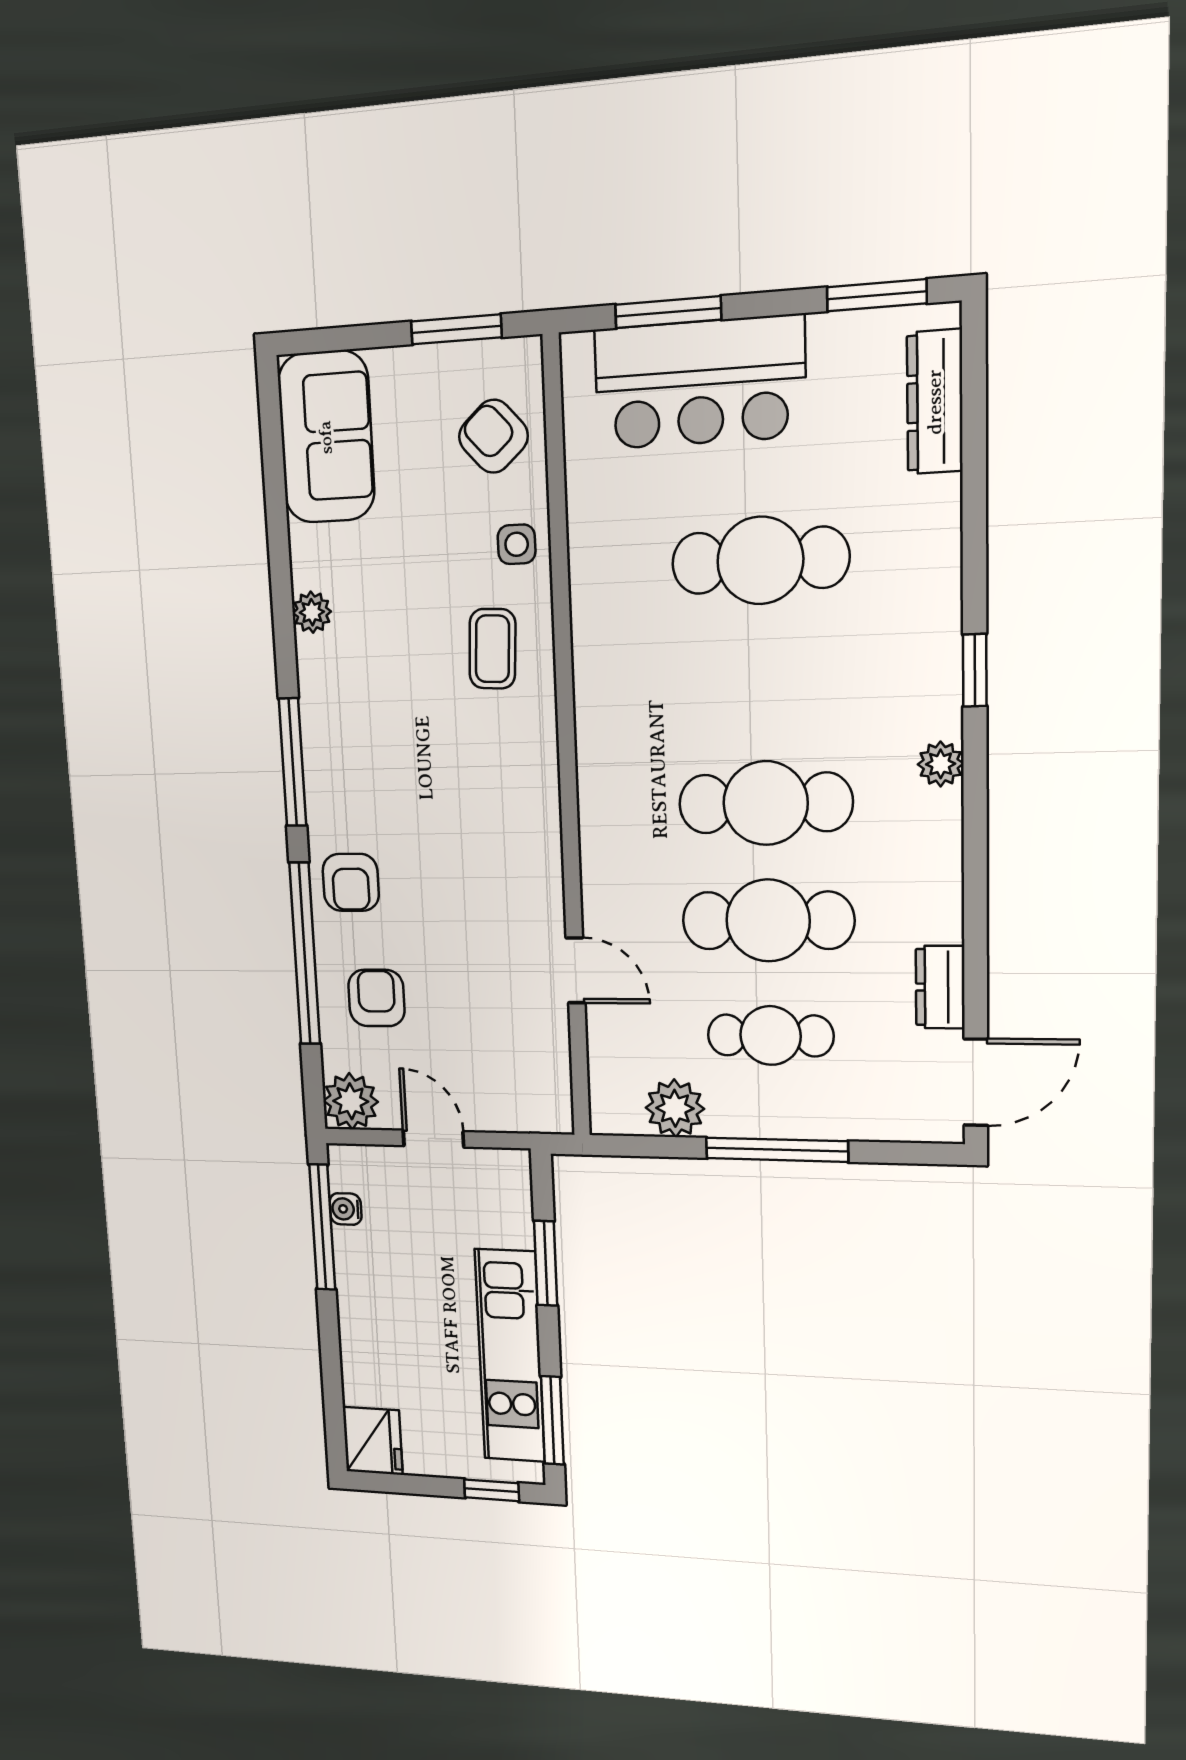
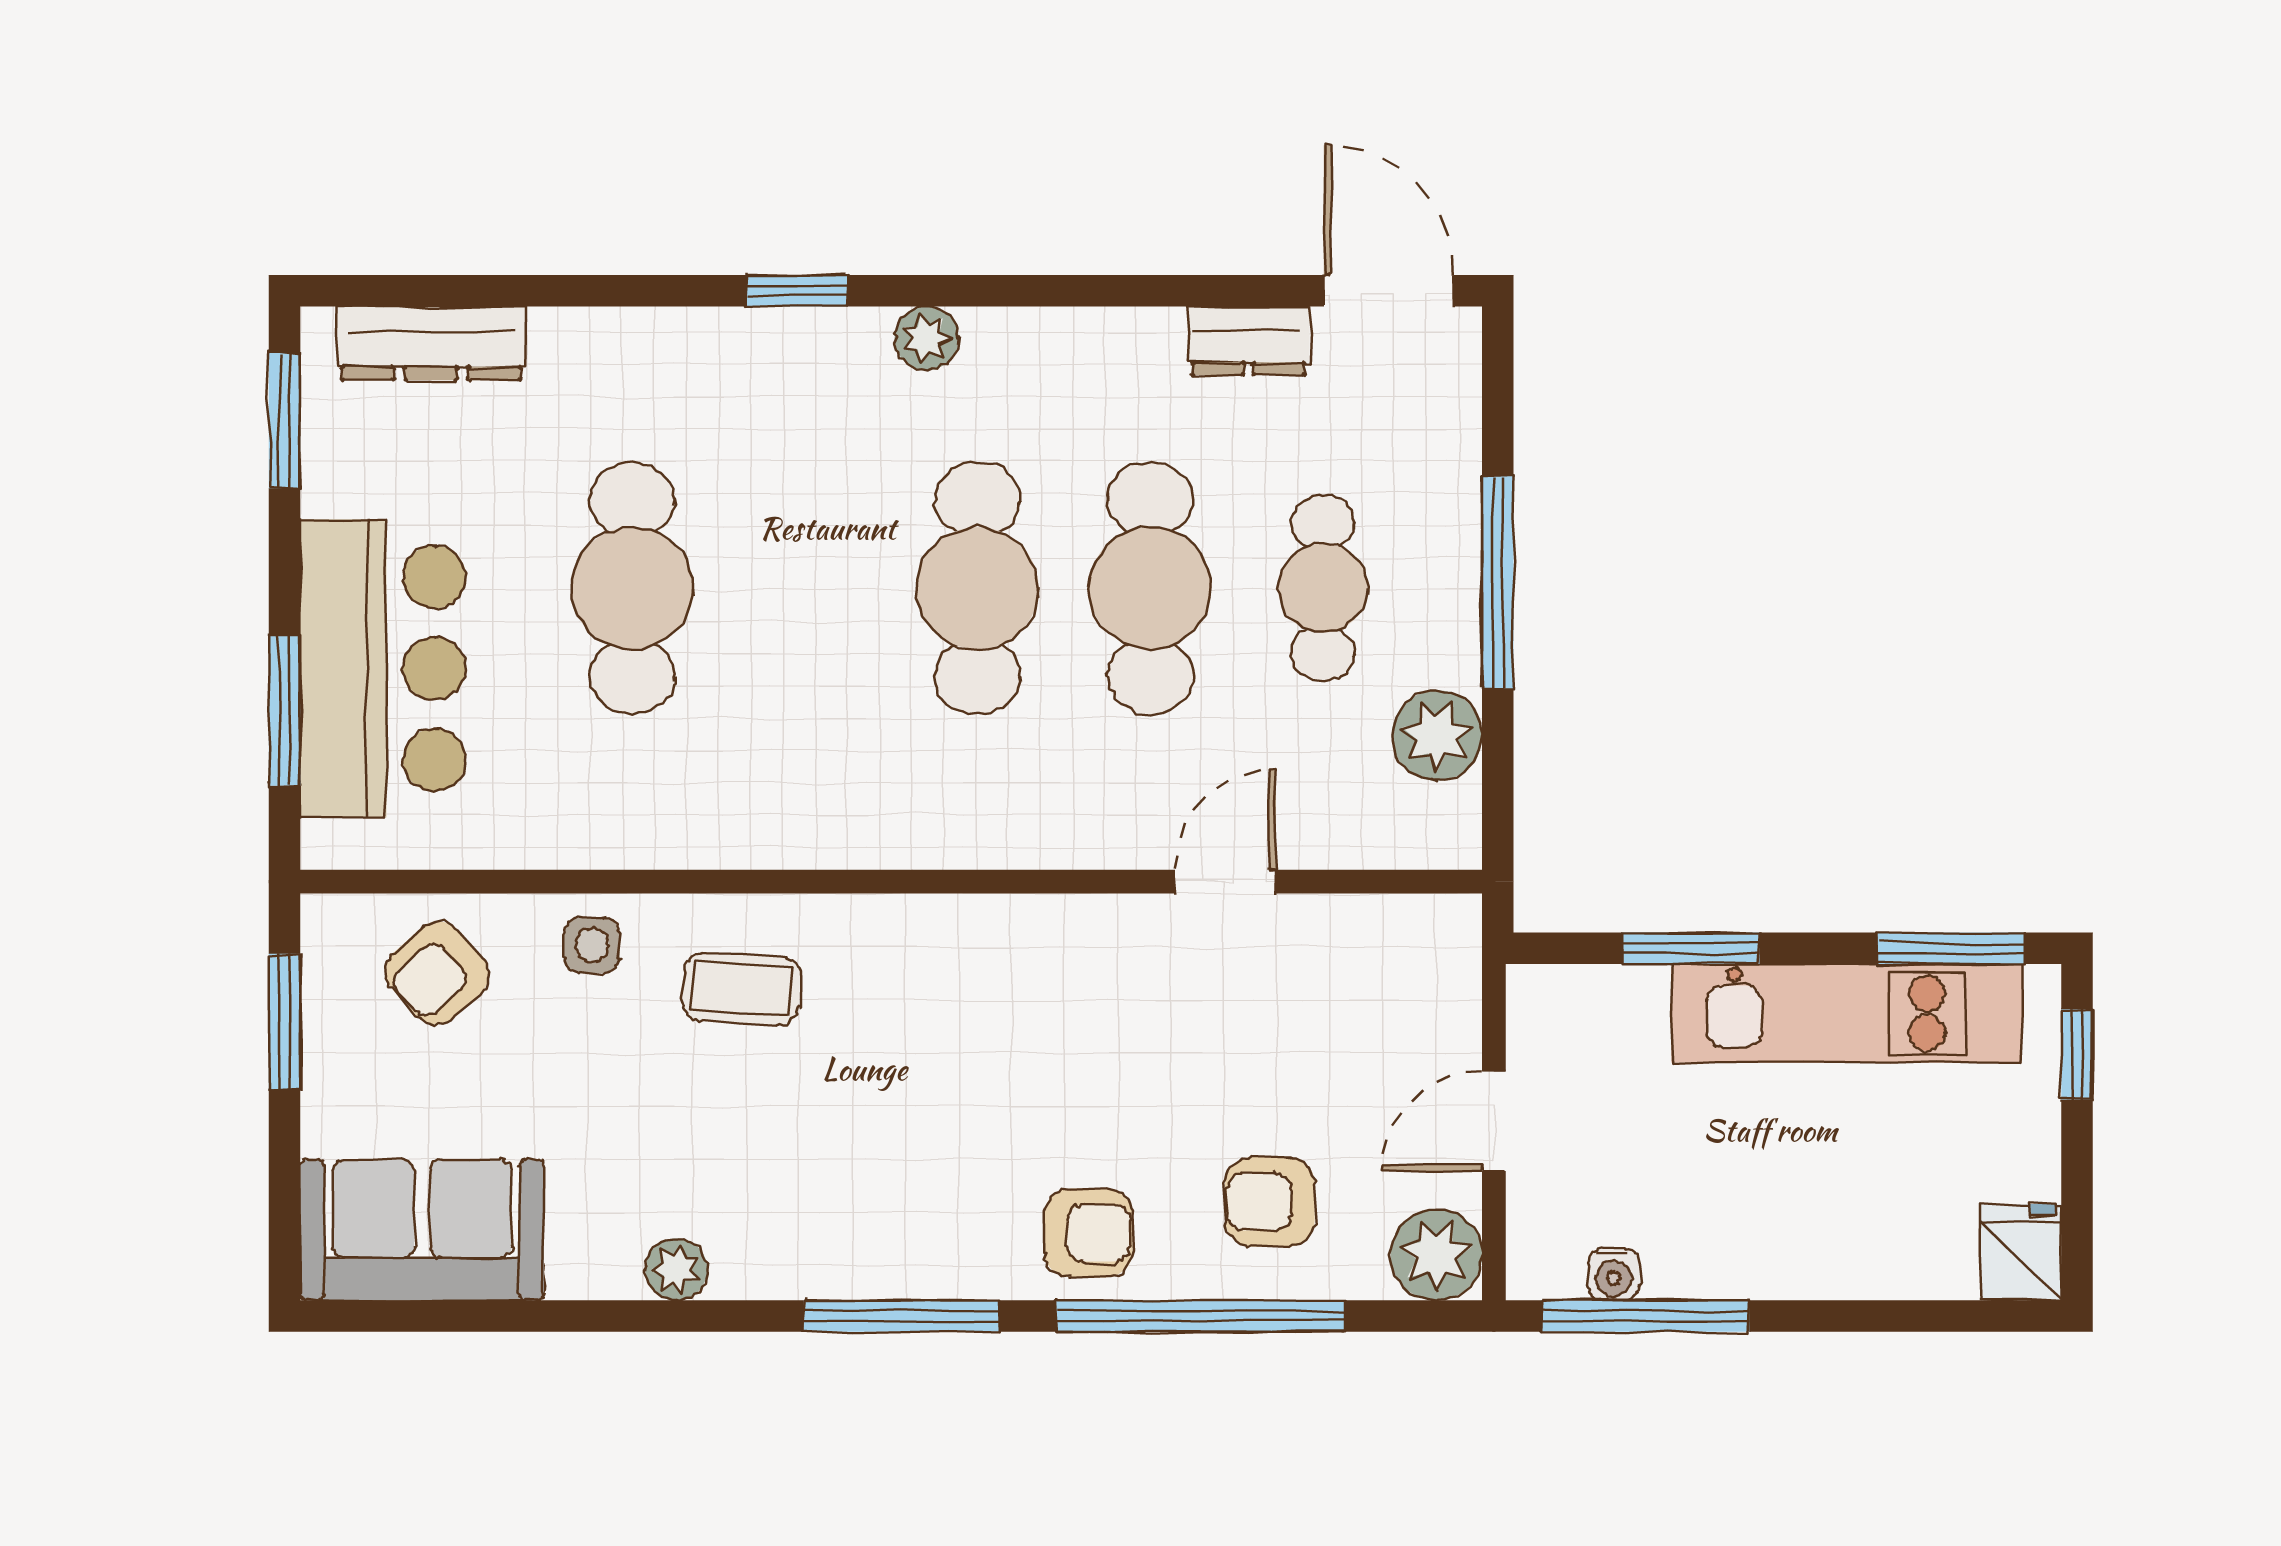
fridge: (373, 1441) -> (2021, 1252), width x0.72

